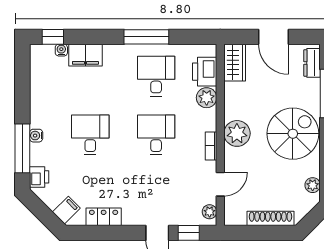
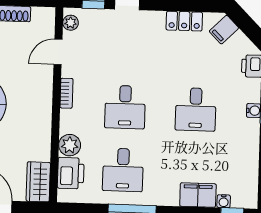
plant: (237, 133) -> (38, 106), removed

